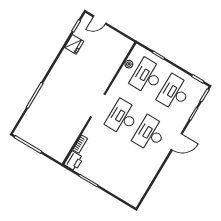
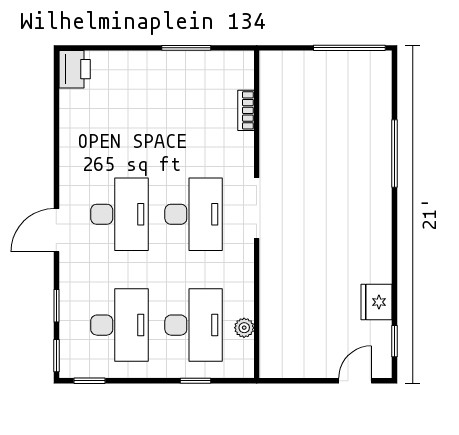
printer: (74, 161) -> (75, 69), moved, turned 180

